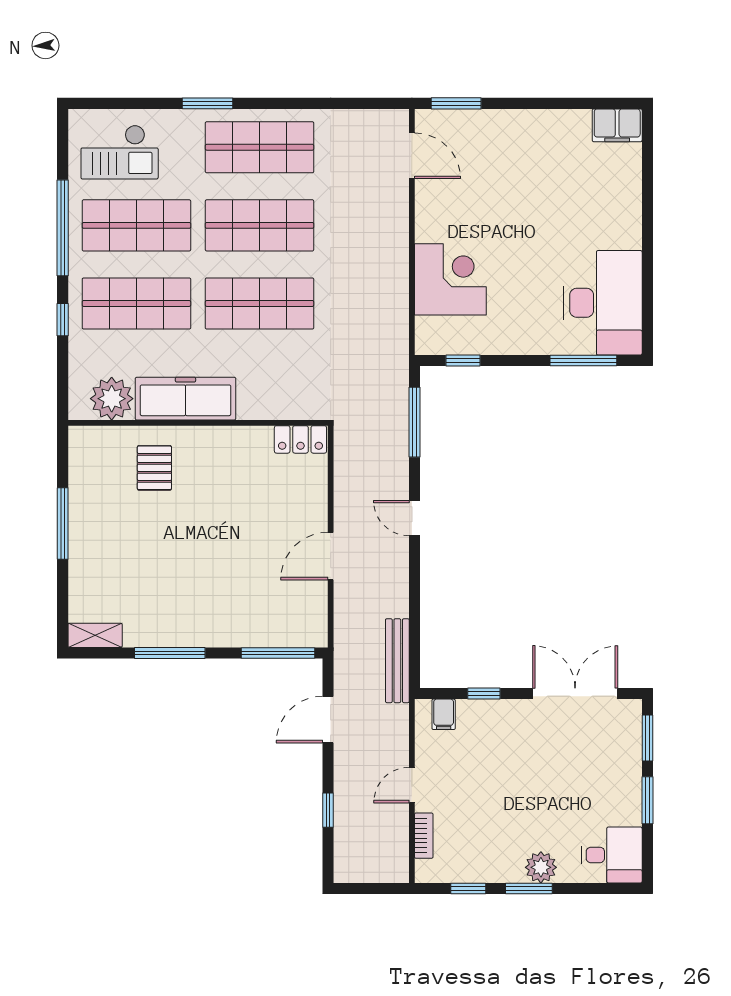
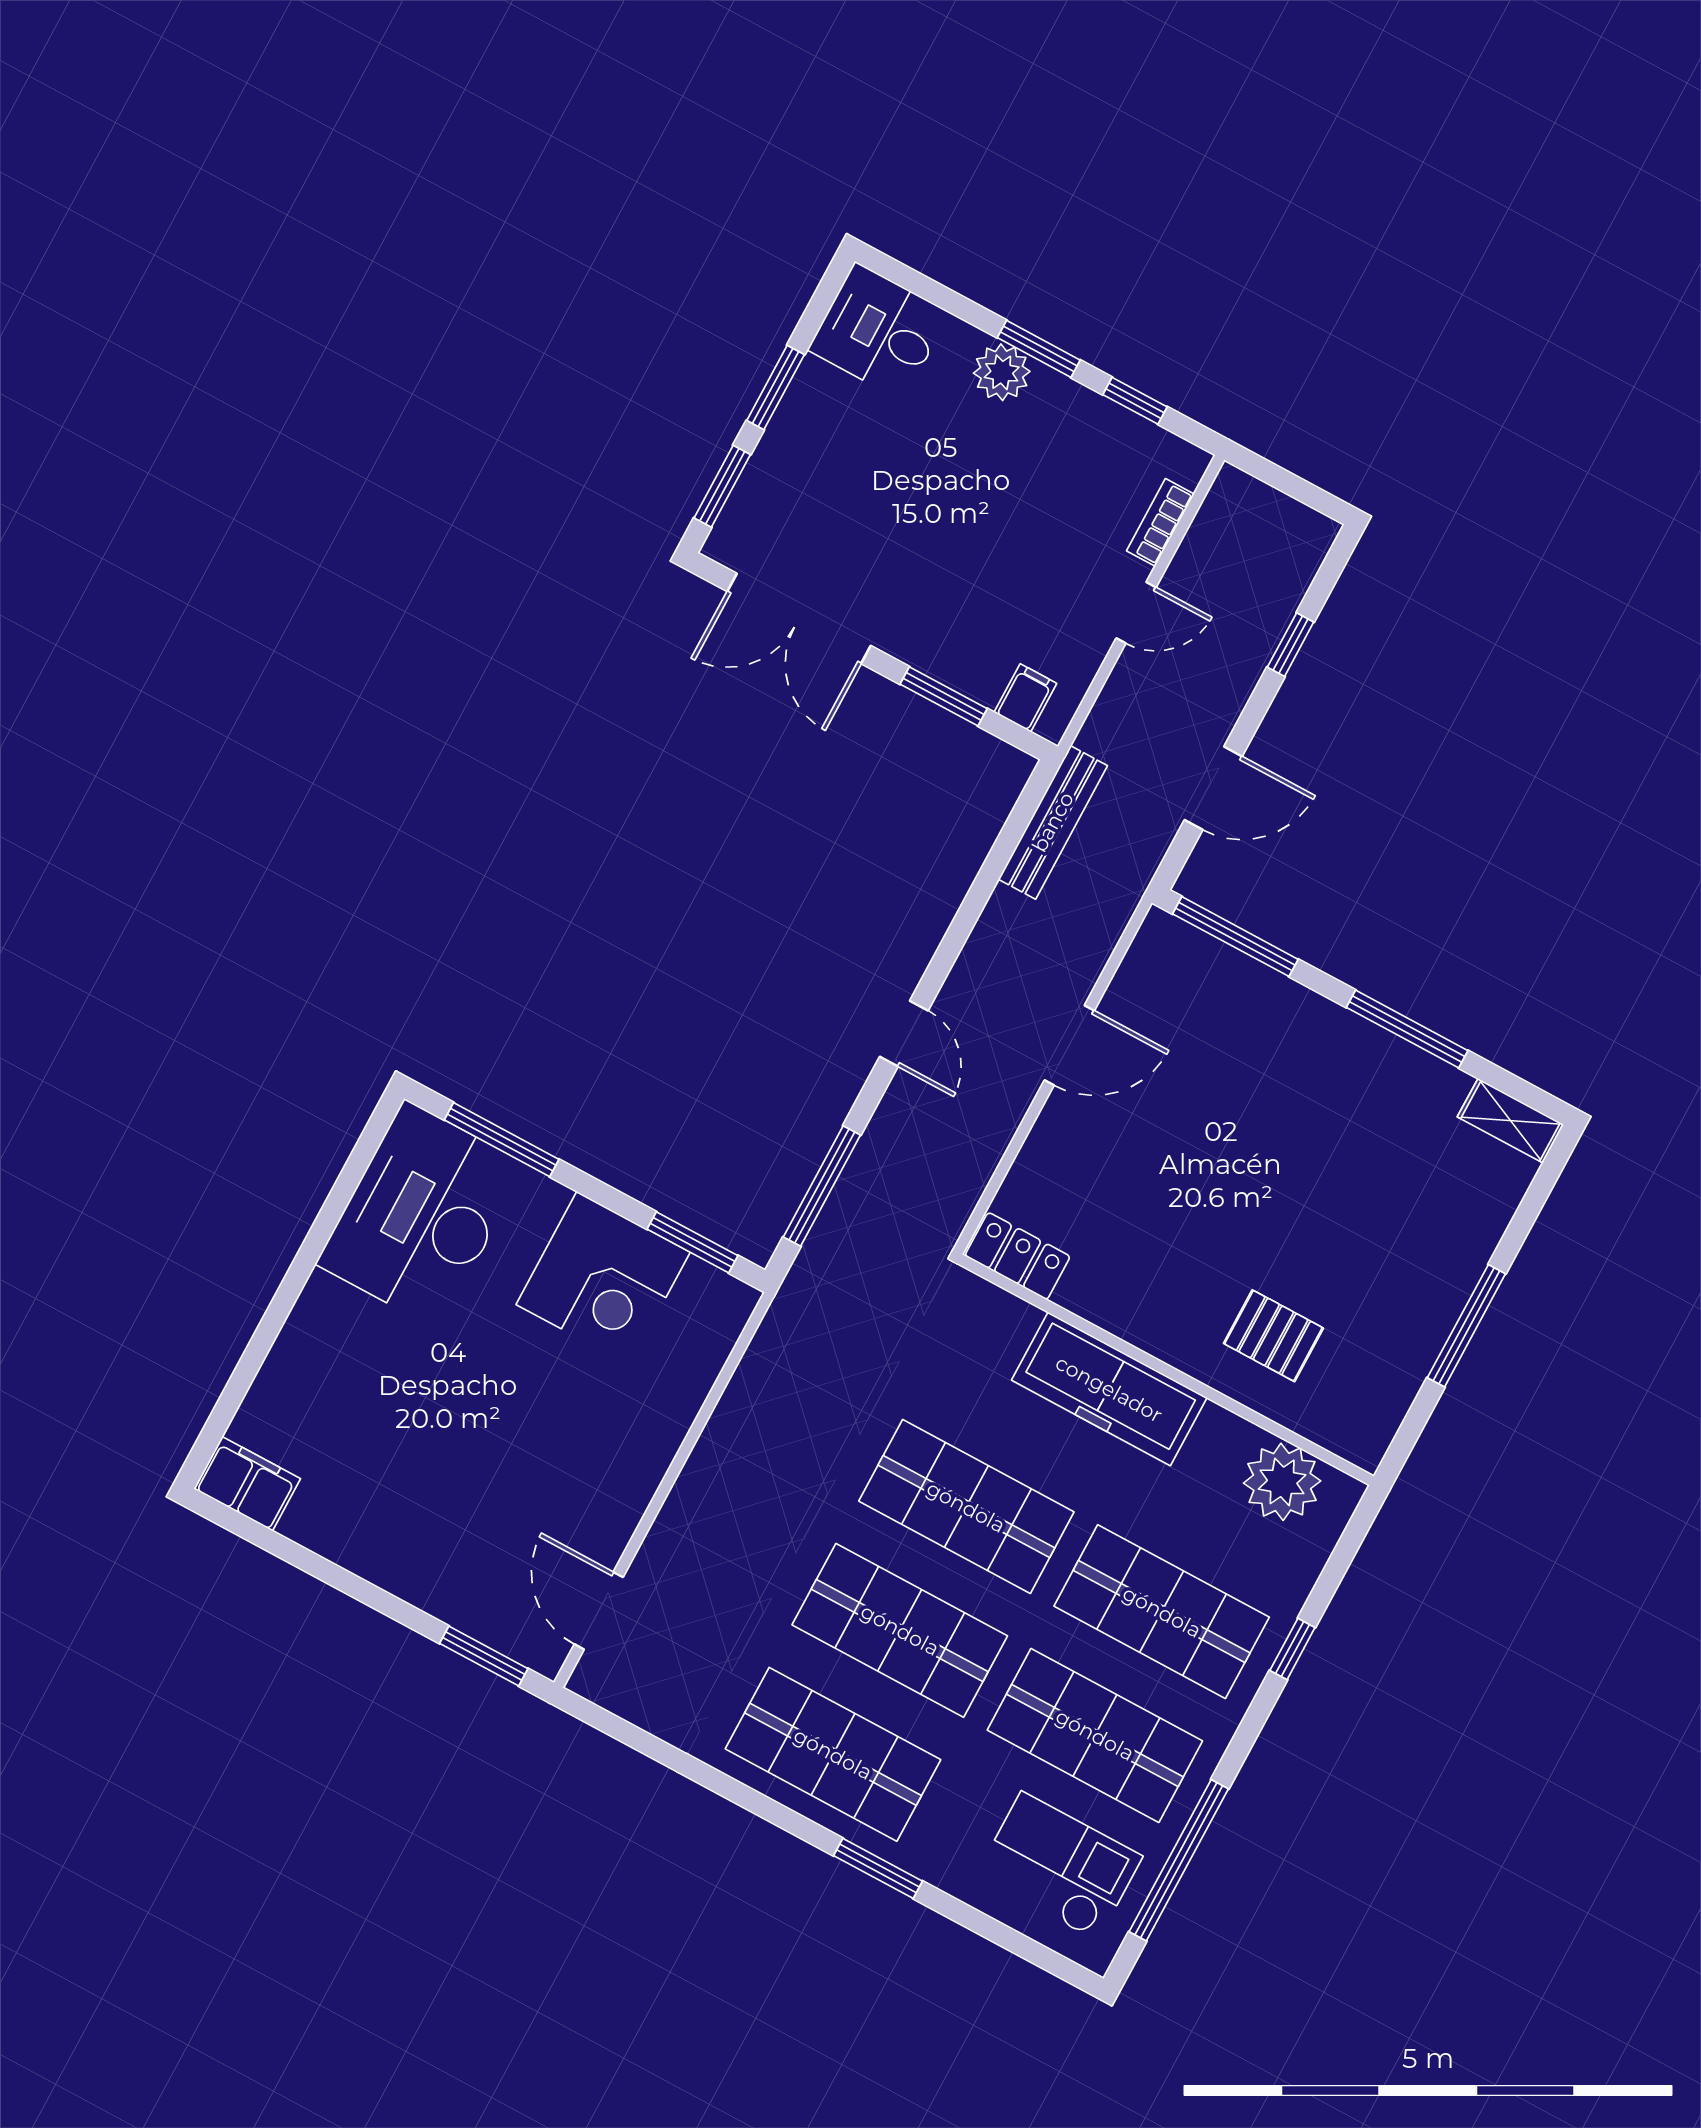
window: (63, 228) -> (1179, 1860), moved
corner desk: (450, 279) -> (603, 1278), moved, turned -90
window: (463, 361) -> (693, 1242), width x1.50
freezer: (185, 399) -> (1109, 1389), moved
pallet: (154, 468) -> (1273, 1336), turned 90
window: (484, 694) -> (944, 696), width x1.50

